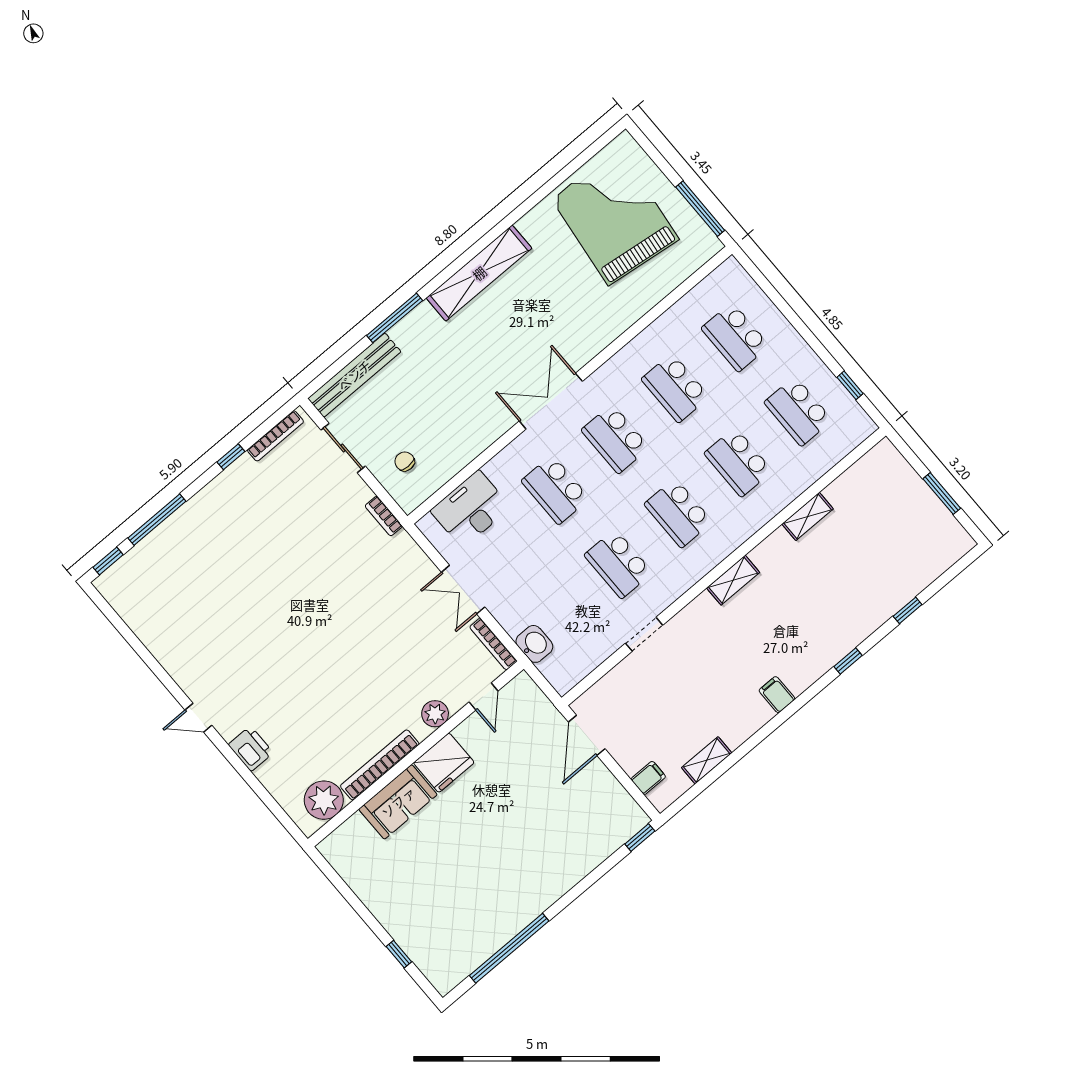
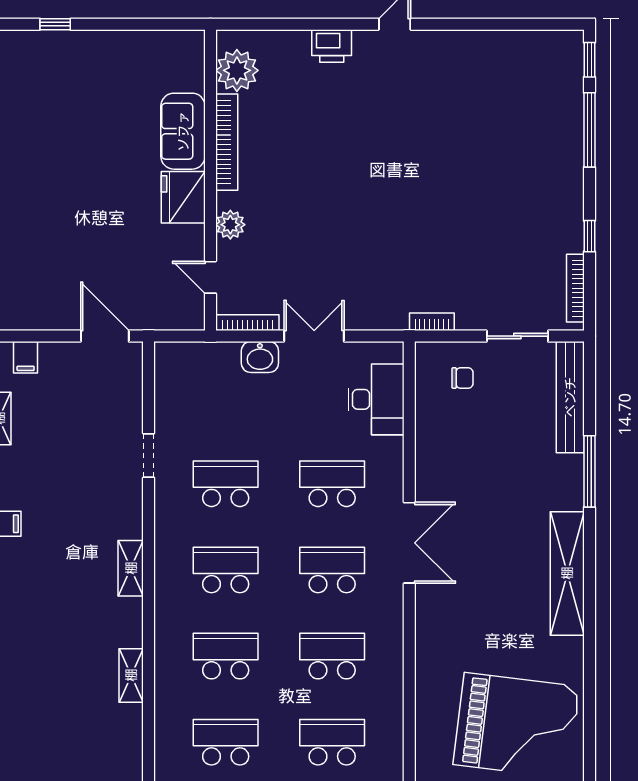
washbasin: (534, 644) -> (260, 357), moved

